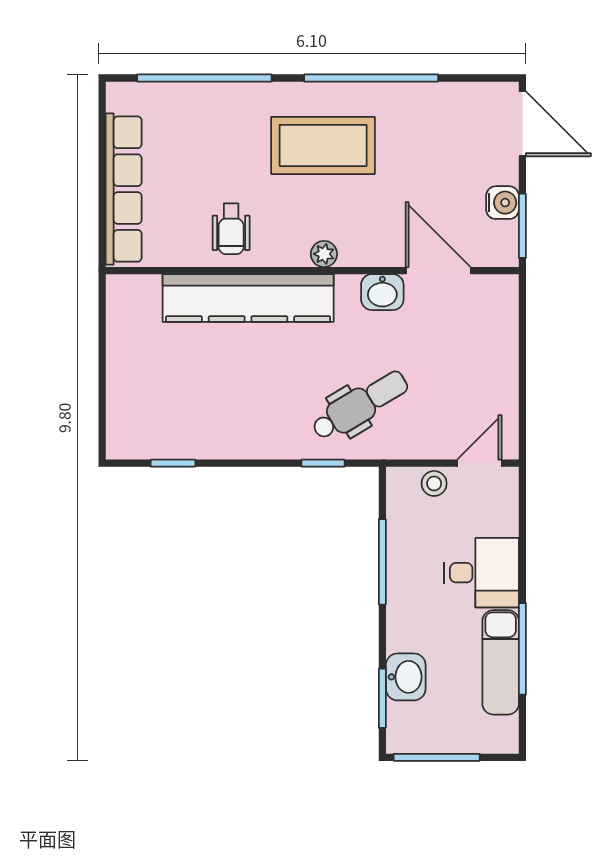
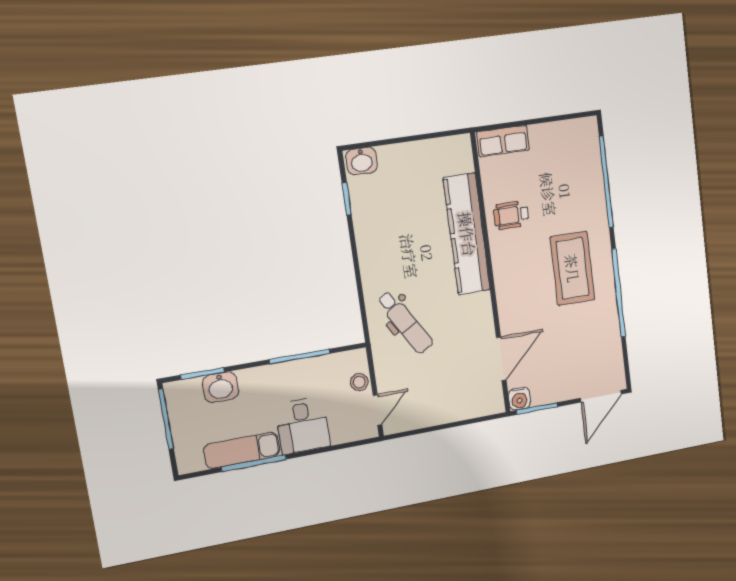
row of seats: (124, 189) -> (503, 141), width x0.50
water cooler: (502, 203) -> (519, 399), moved
plant: (324, 254) -> (502, 281), removed
washbasin: (382, 292) -> (362, 161), moved, turned -90
window: (323, 463) -> (362, 304), removed
door: (479, 463) -> (378, 410), hinge flipped

